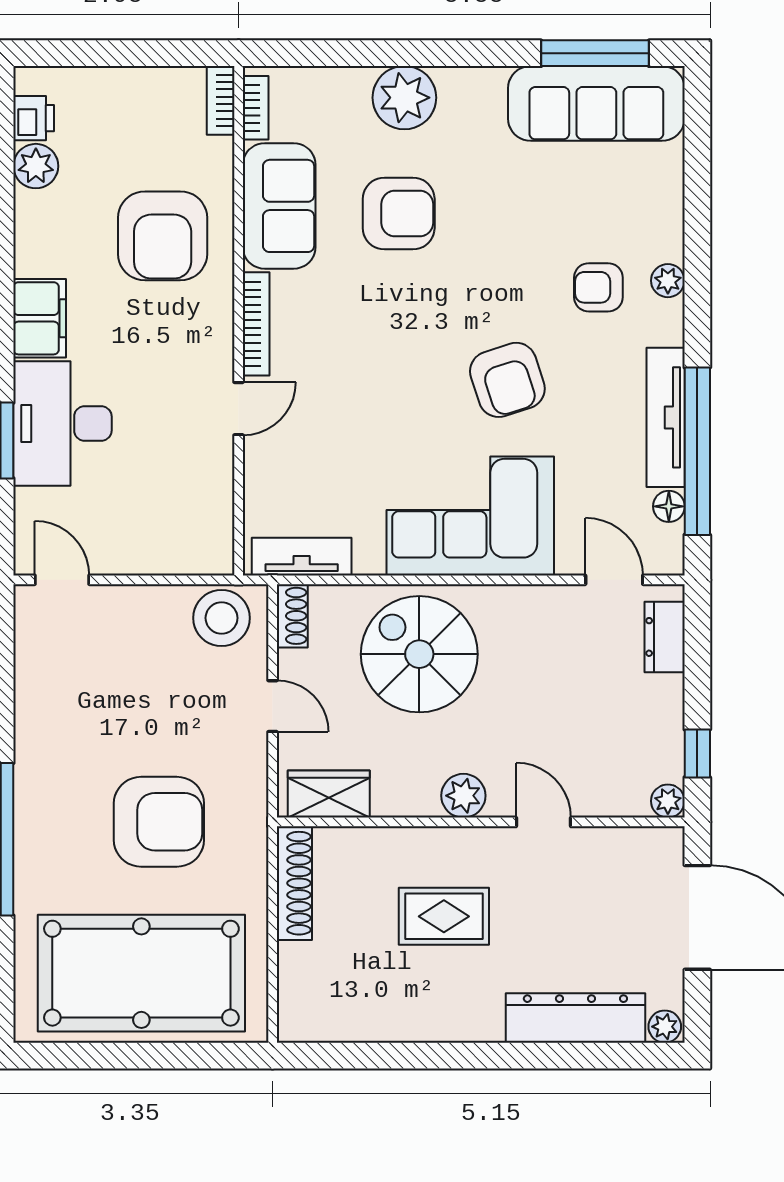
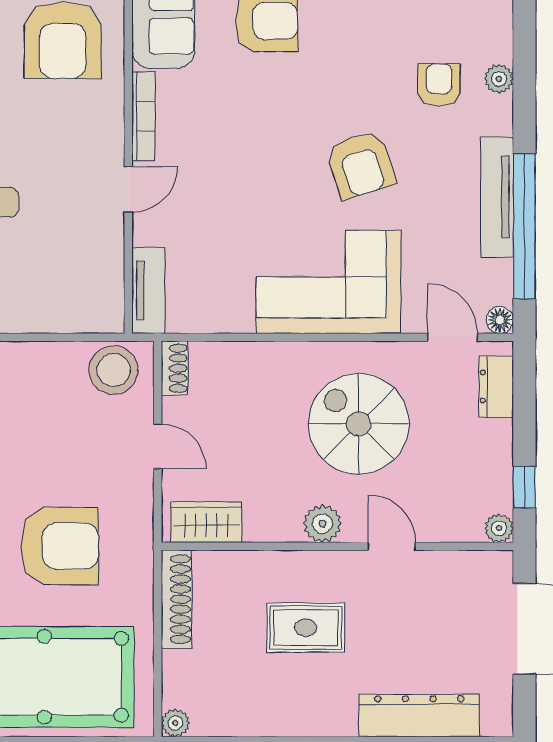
armchair: (598, 287) -> (439, 85), turned 90
floor lamp: (669, 506) -> (500, 320), moved
tv unit: (302, 557) -> (148, 290), moved, turned 90
spiral stairs: (419, 654) -> (359, 424), moved
plant: (665, 1027) -> (175, 723), moved

